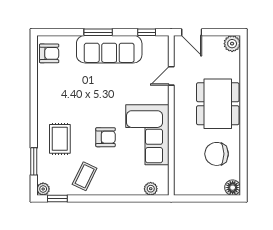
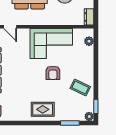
armchair: (106, 137) -> (53, 73), turned 180
rug: (60, 139) -> (43, 109), moved
dresser: (185, 189) -> (89, 17), added

